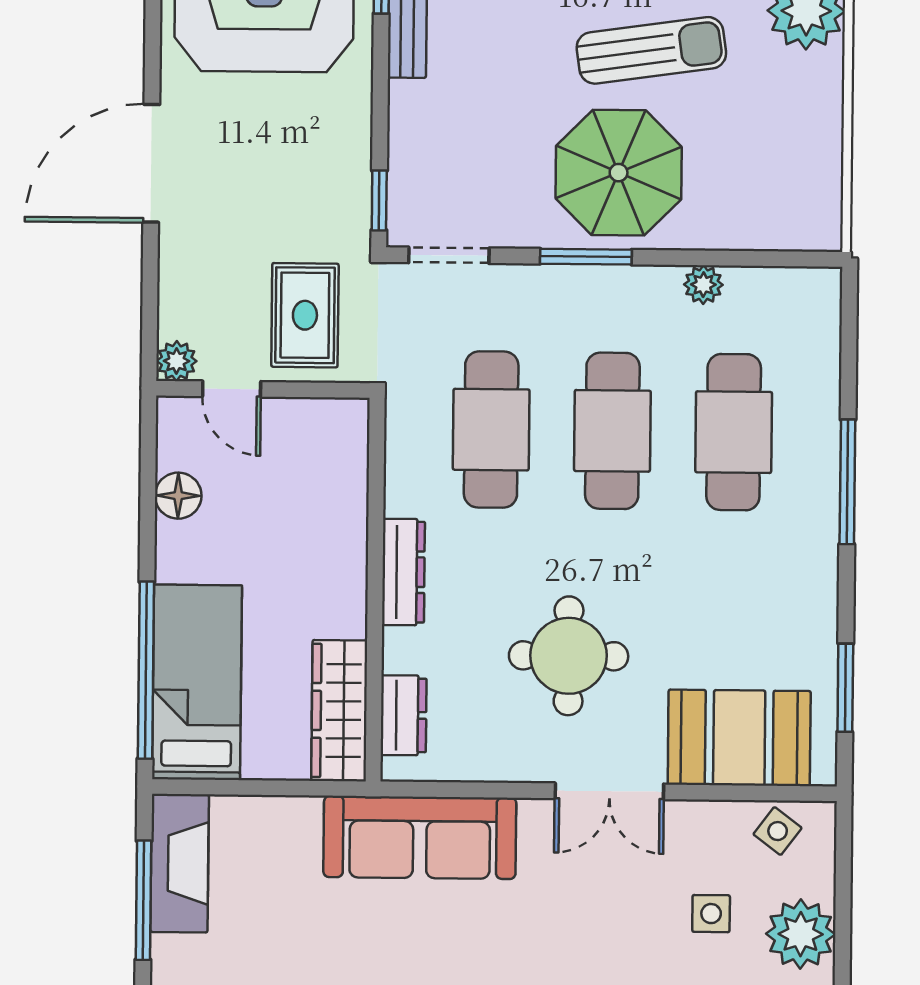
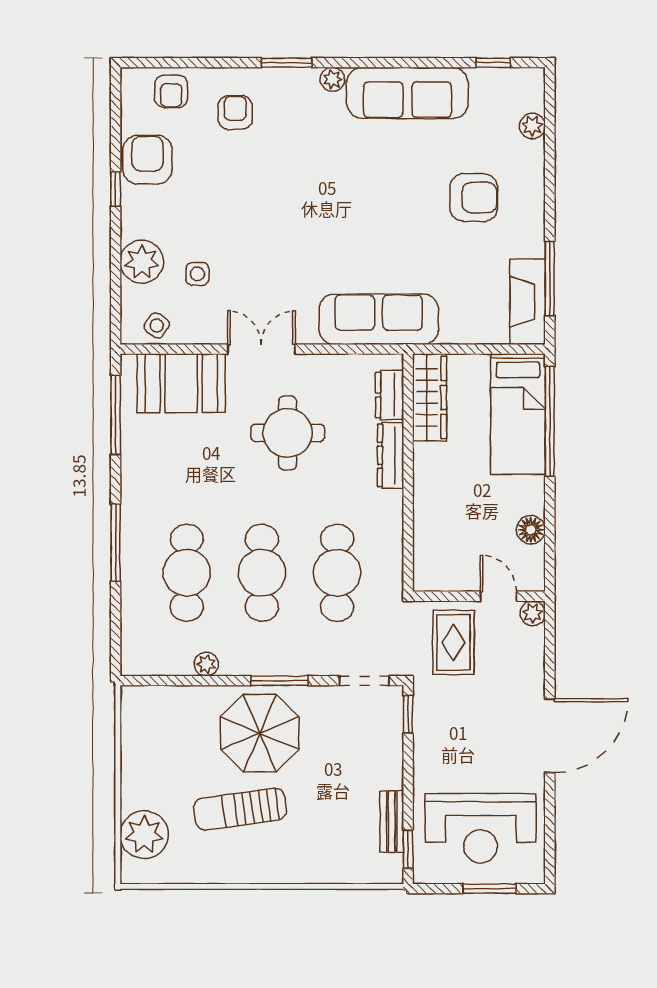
dresser: (403, 572) -> (391, 455), moved
window: (845, 688) -> (116, 415), width x1.44

